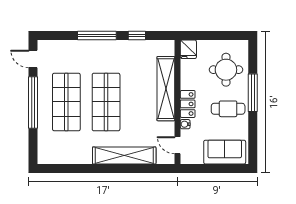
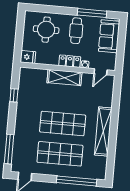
window: (97, 36) -> (9, 149), moved
shelving: (166, 89) -> (64, 78), width x0.68
window: (253, 93) -> (92, 13), moved
window: (33, 102) -> (77, 181), moved
shelving: (124, 156) -> (103, 131), moved

